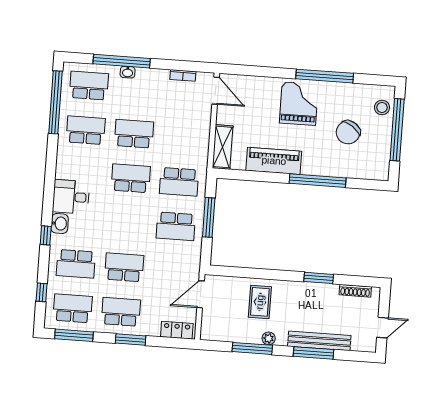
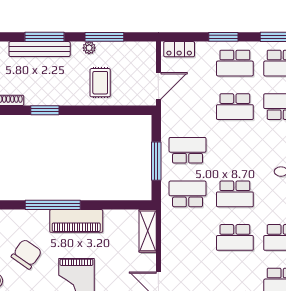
piano: (274, 161) -> (76, 221), moved

